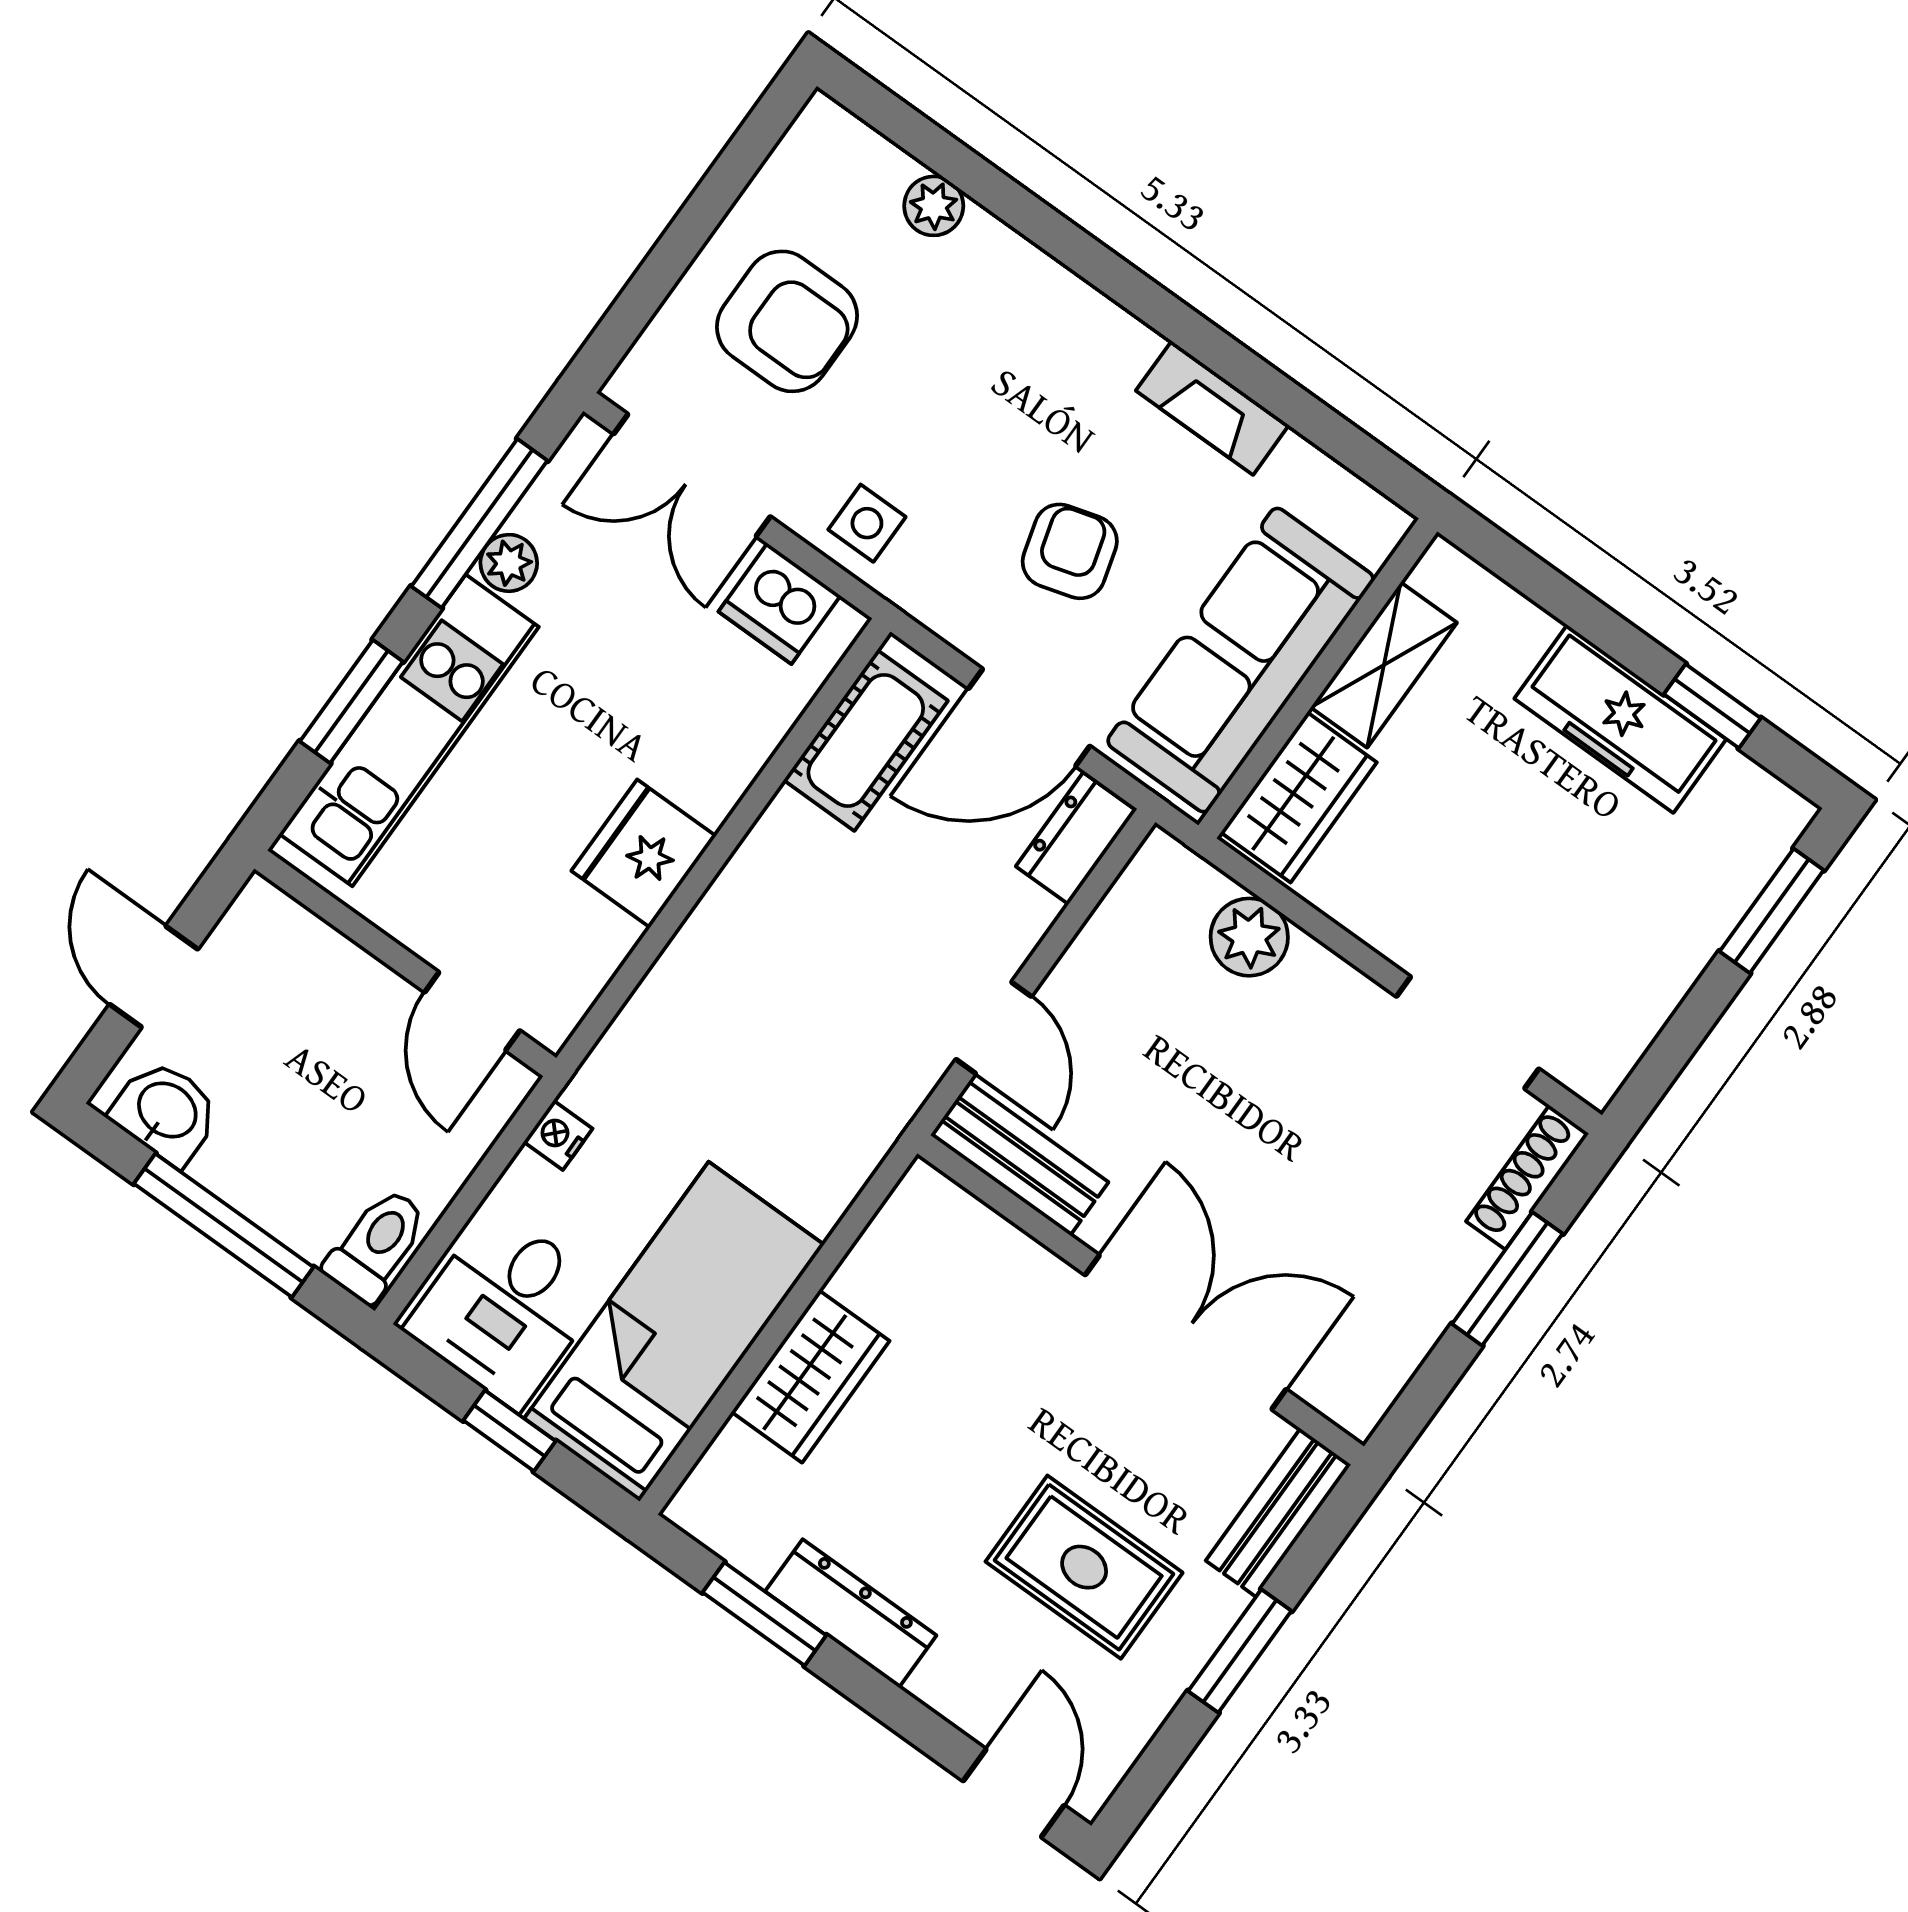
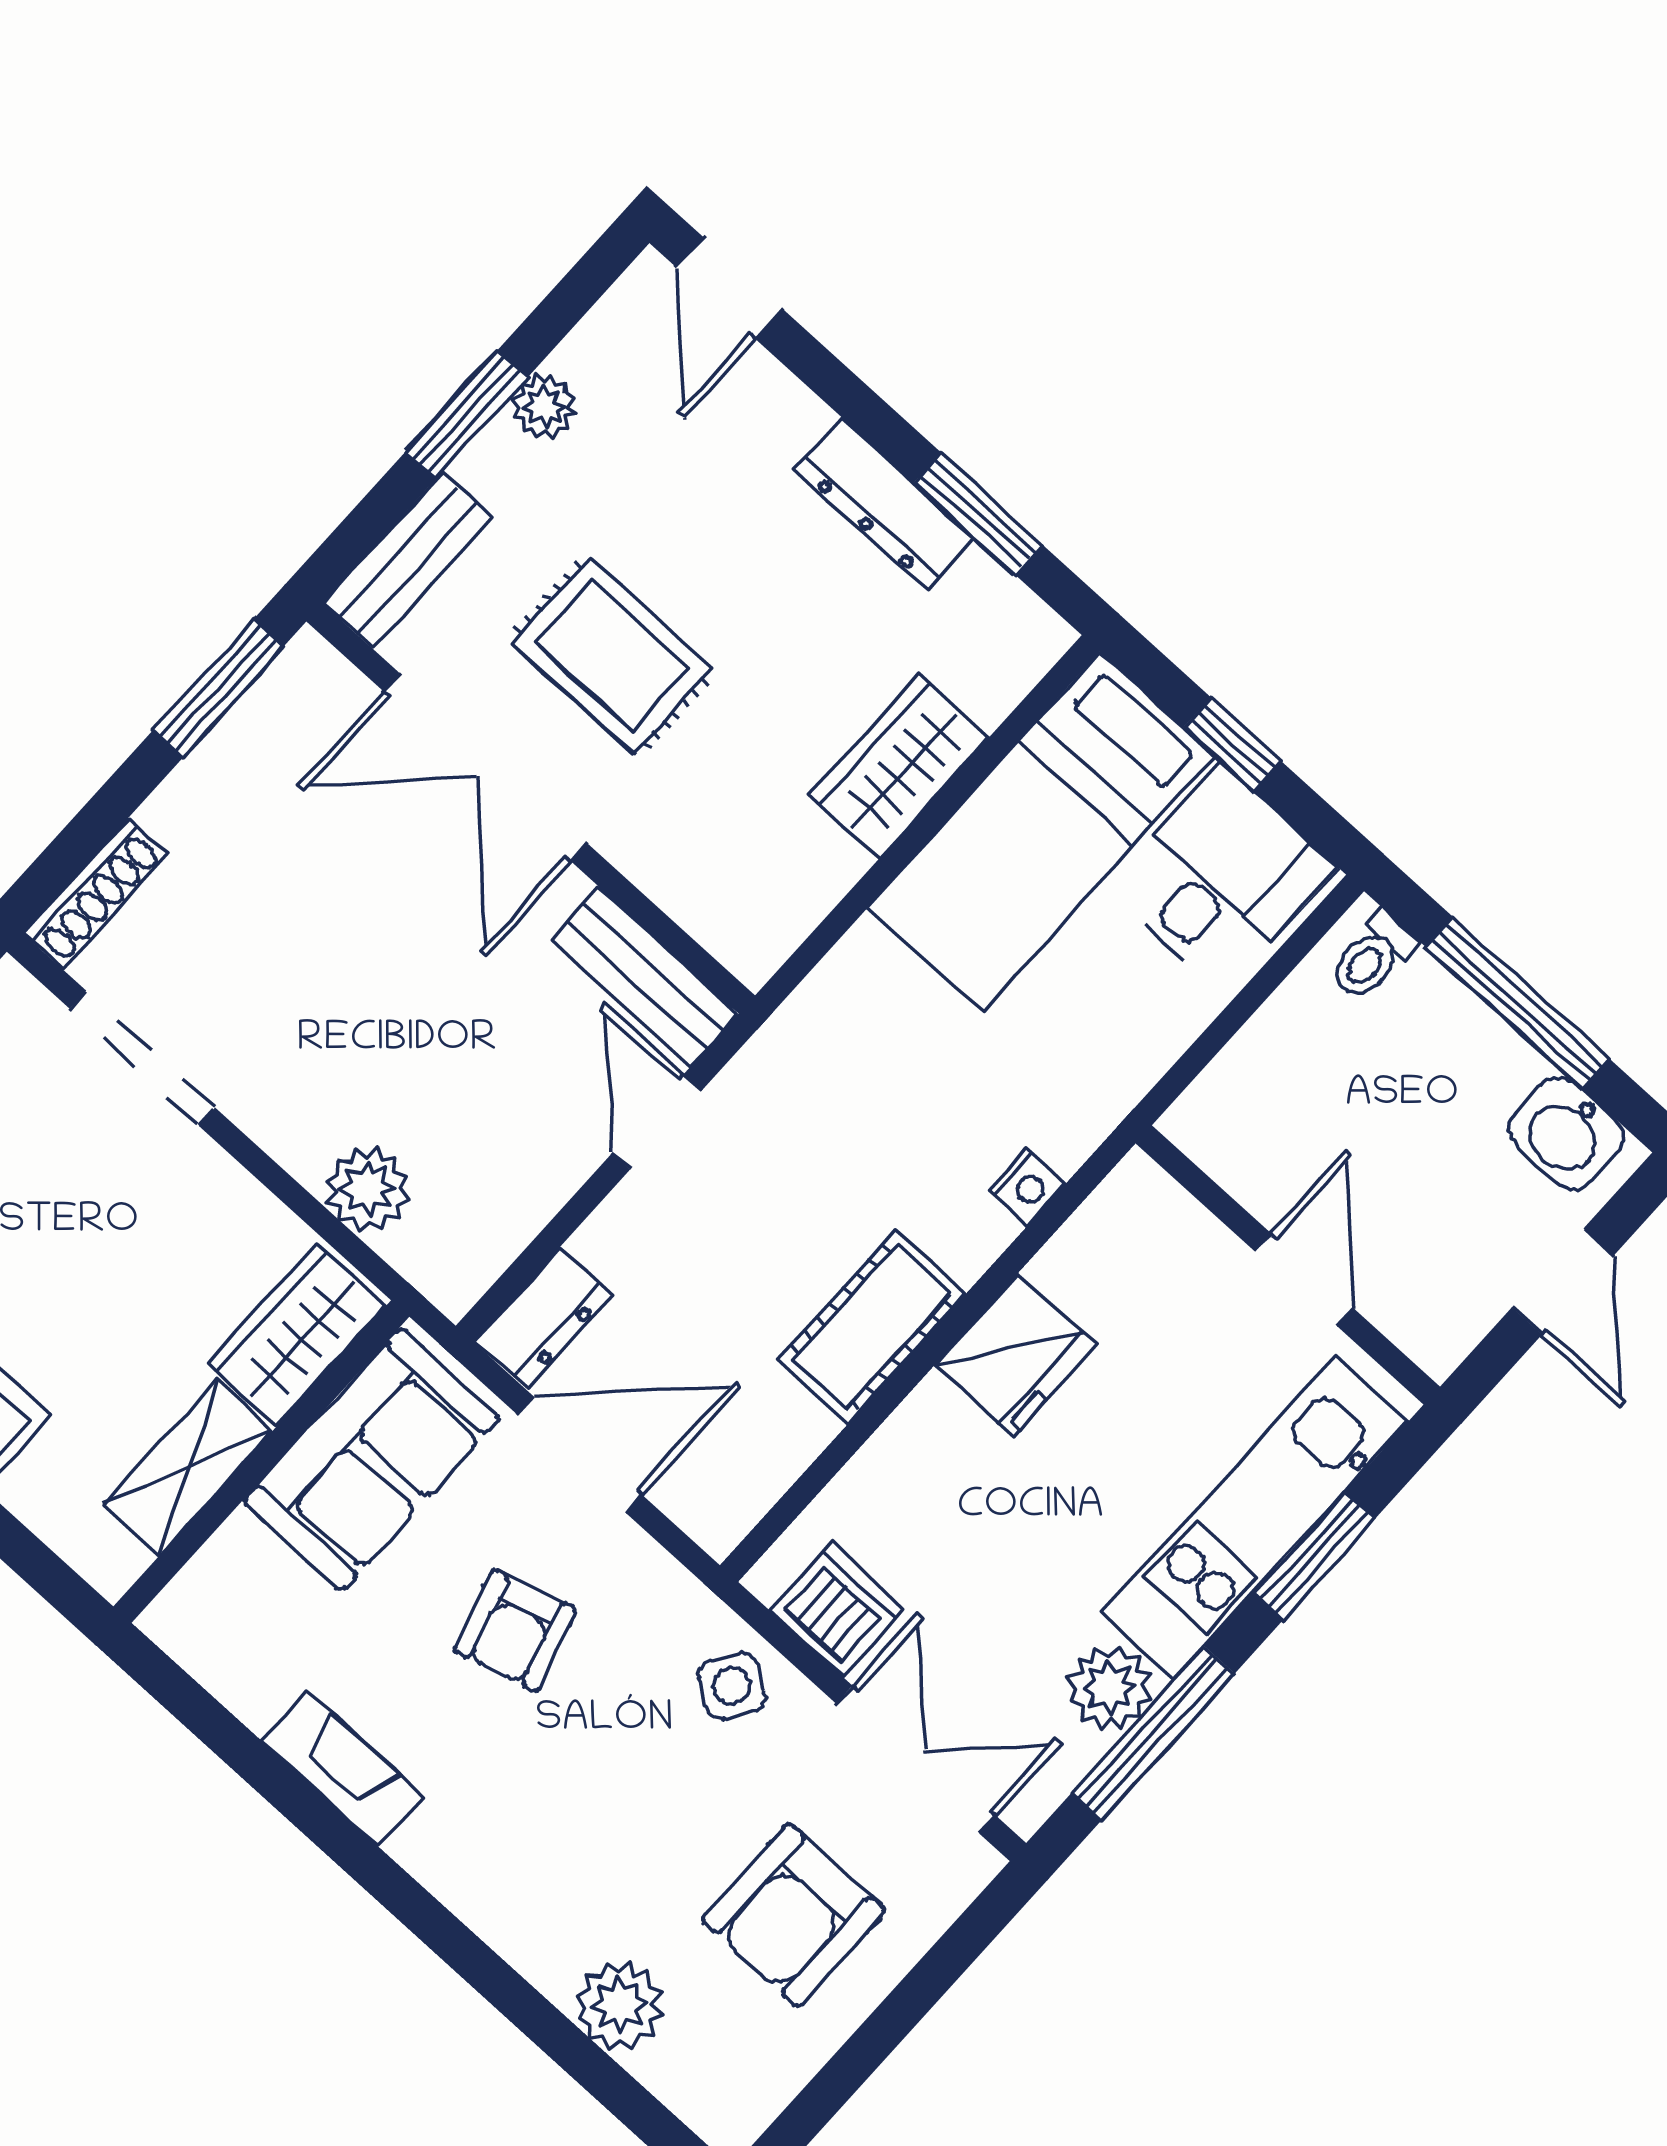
plant: (934, 206) -> (619, 2005), width x1.38, depth x1.38
armchair: (787, 321) -> (794, 1915), turned -90
side table: (867, 523) -> (732, 1686), turned 33
plant: (509, 563) -> (1109, 1688), width x1.38, depth x1.38
sofa: (1241, 660) -> (371, 1460), width x0.73
cot: (866, 740) -> (872, 1327), moved
door: (472, 1011) -> (1304, 1280), moved
nightstand: (558, 1135) -> (1027, 1187), moved
toilet: (377, 1245) -> (1372, 957), width x0.73, depth x0.72
window: (1507, 1279) -> (218, 688), moved
rug: (1084, 1567) -> (612, 656), moved
plant: (1170, 1666) -> (544, 407), added

